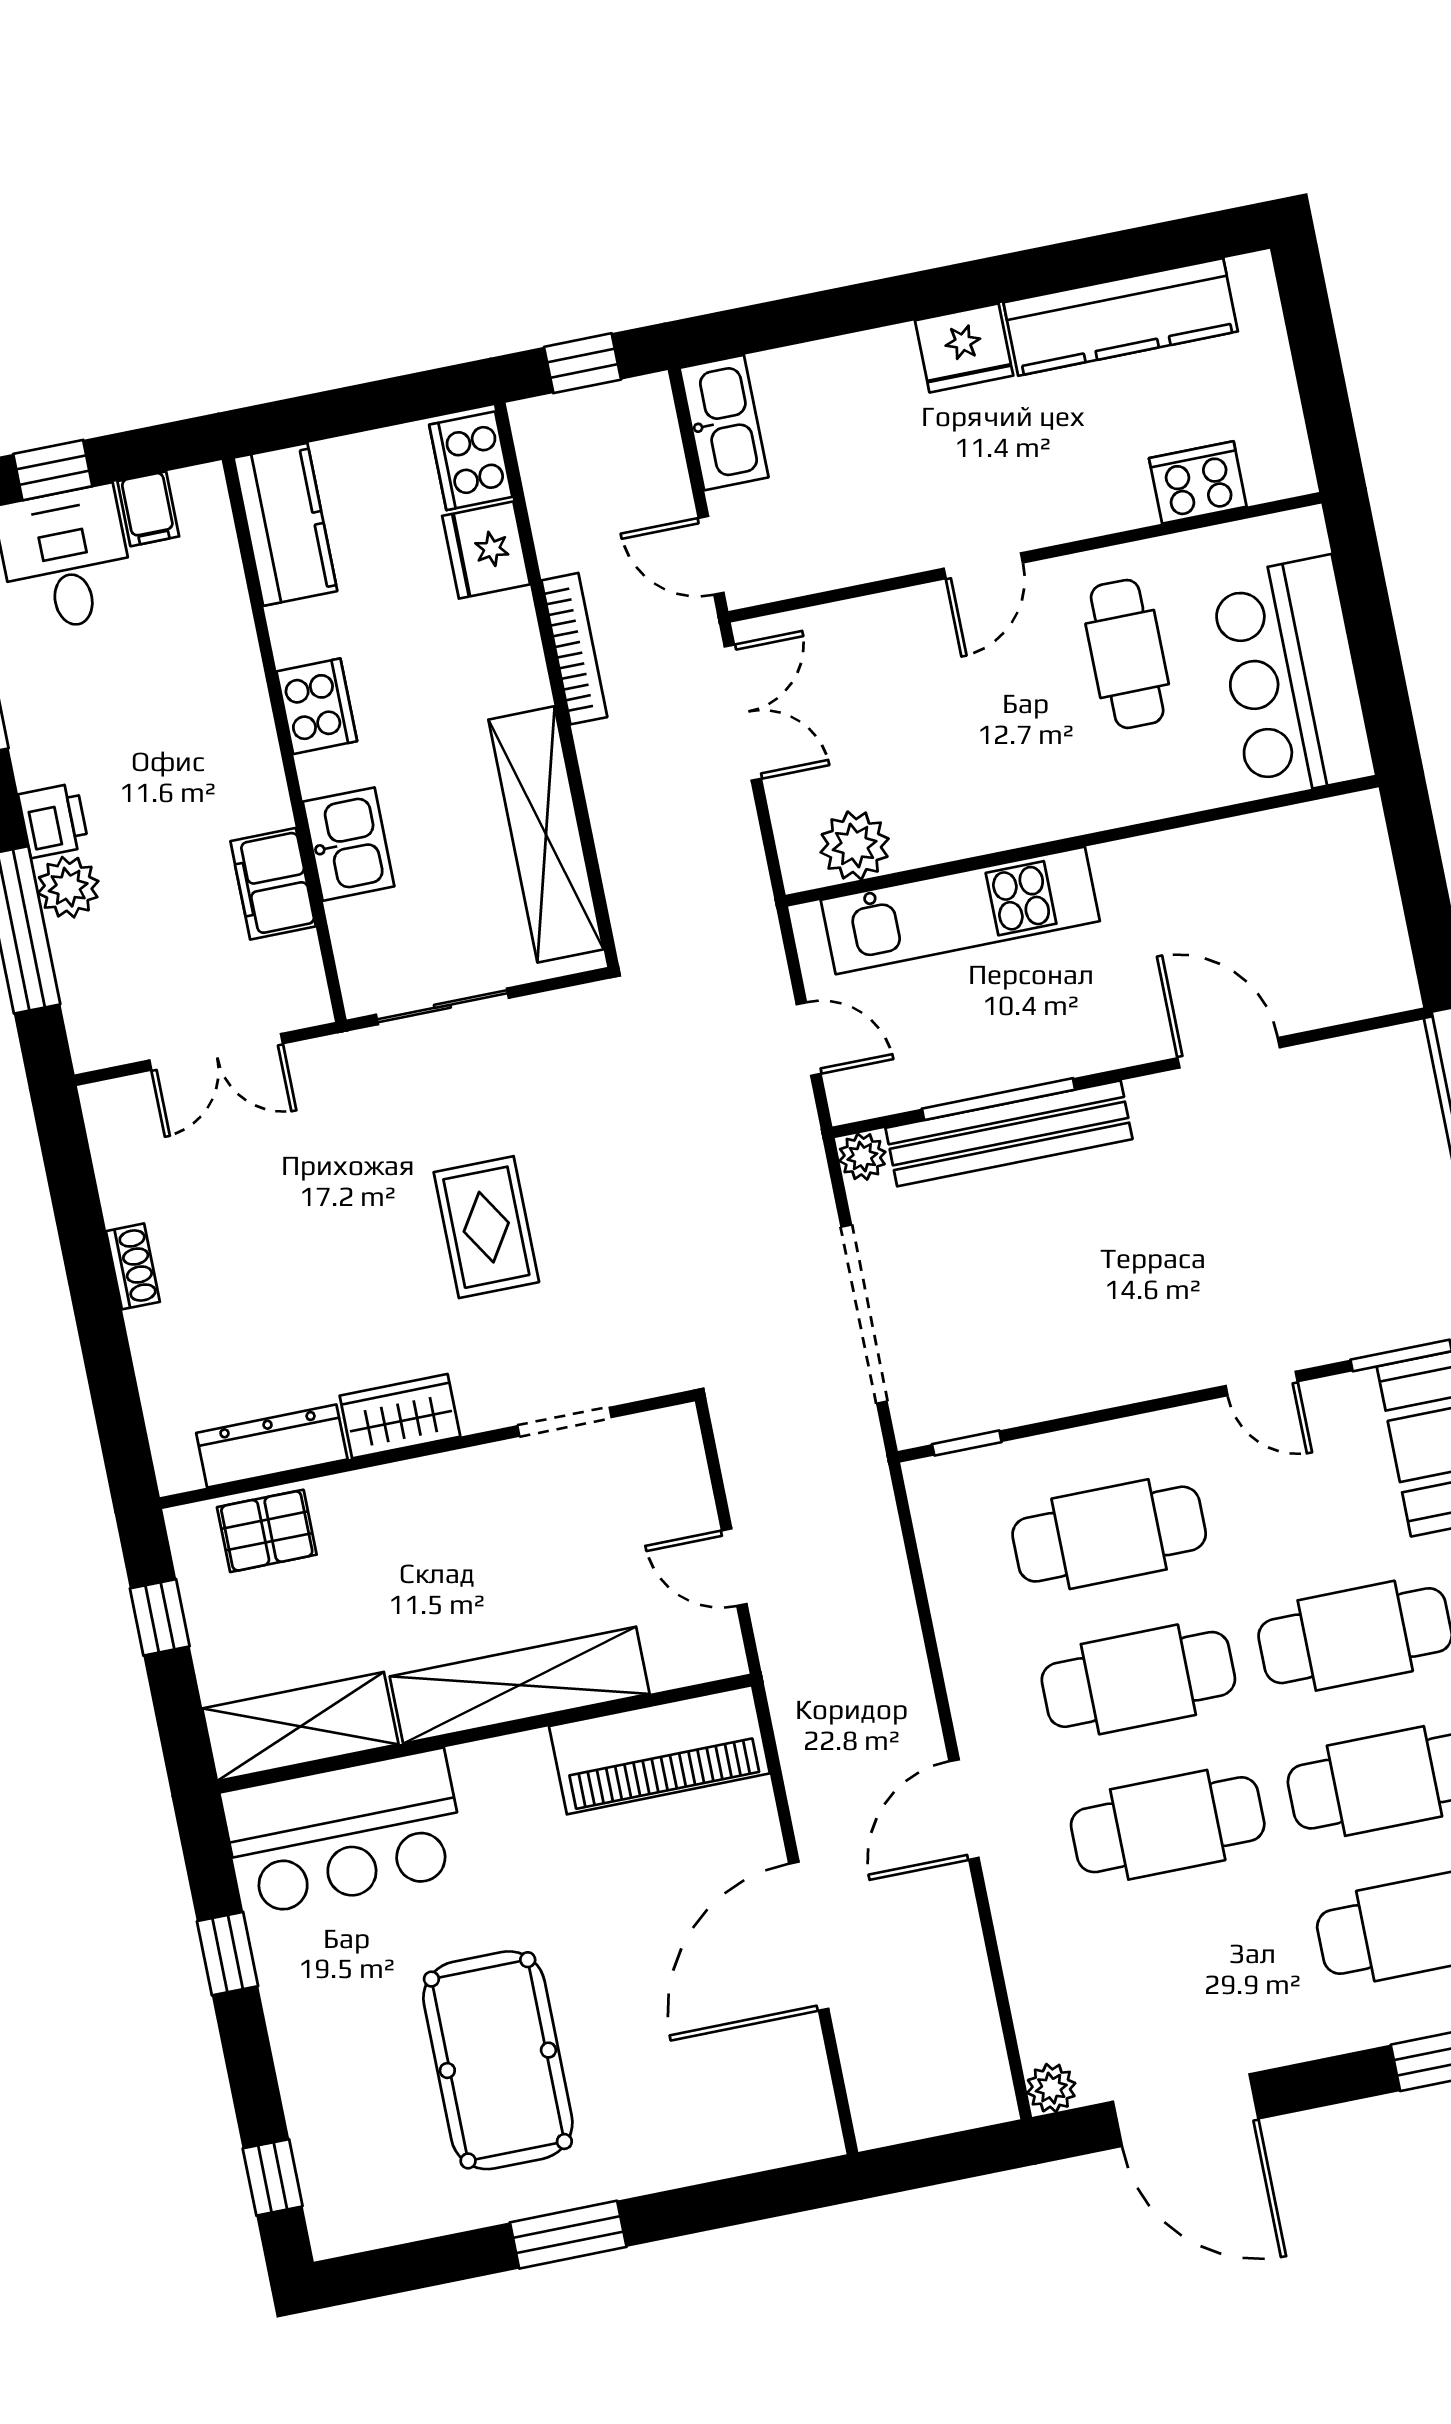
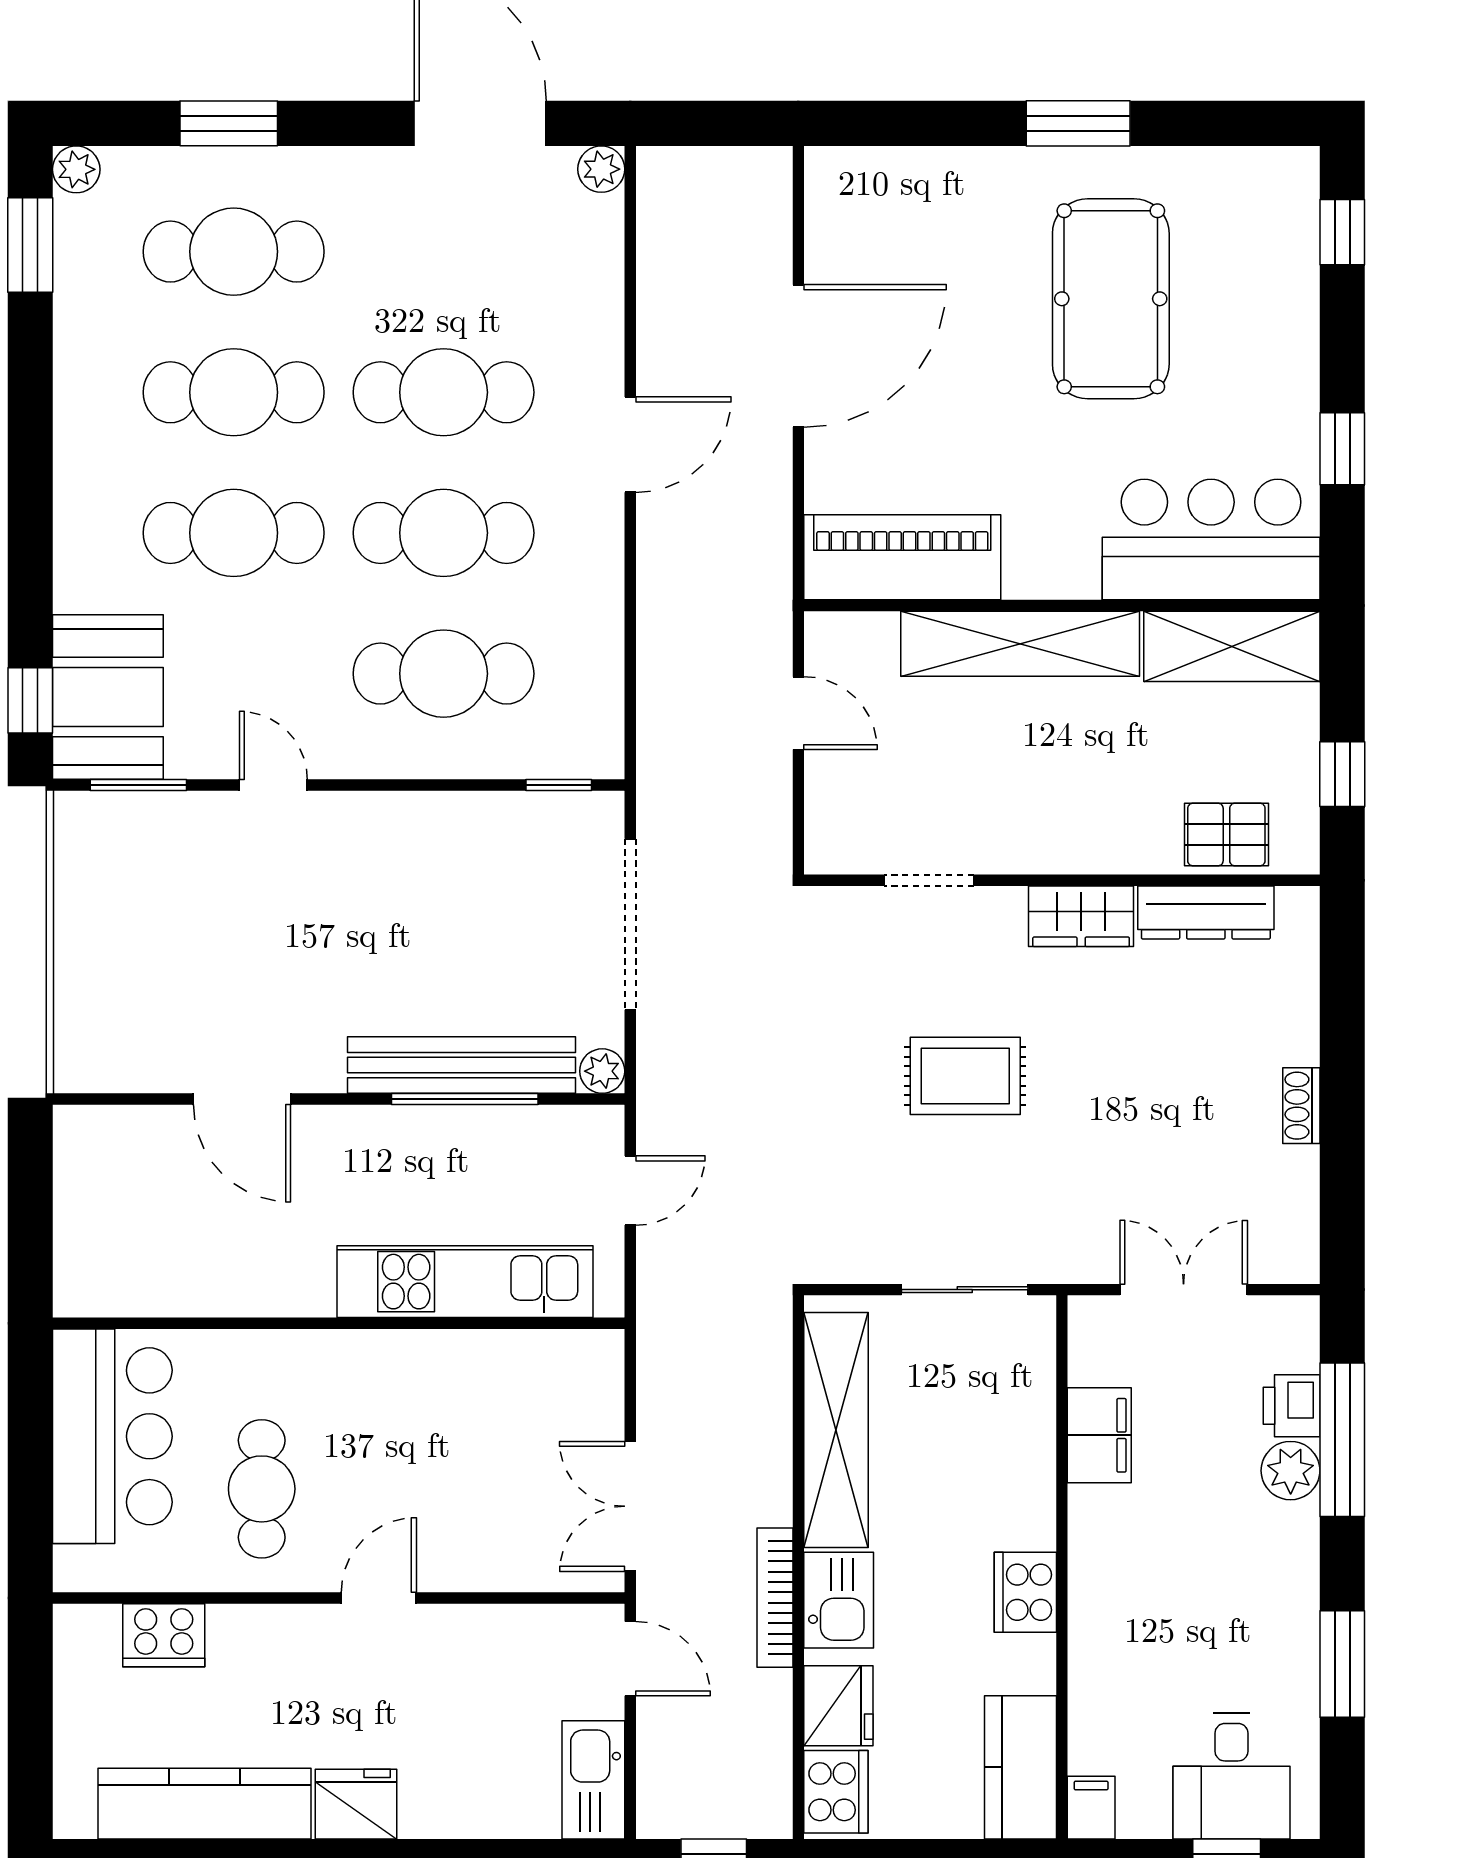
filing cabinet: (148, 509) -> (1091, 1808), moved
printer: (54, 820) -> (1292, 1406), moved
kitchen sink: (349, 844) -> (839, 1600), moved, turned 180
plant: (855, 846) -> (551, 1362), removed
door: (809, 1039) -> (630, 1190), swing flipped
rug: (486, 1227) -> (965, 1076), turned 90

